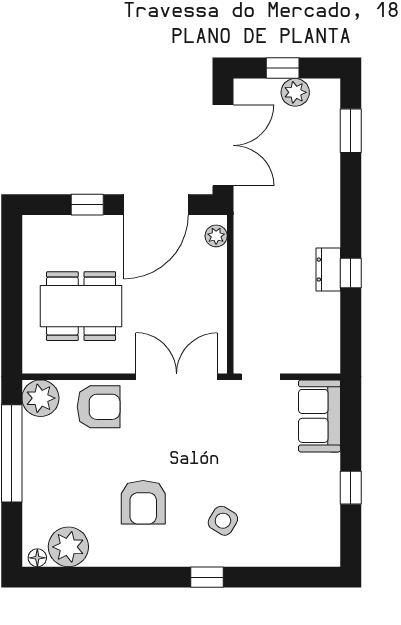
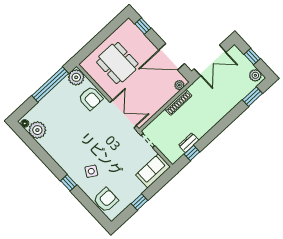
plant: (295, 92) -> (255, 75), moved
window: (87, 205) -> (143, 26), moved
shoe rack: (244, 265) -> (178, 102), added
dresser: (328, 270) -> (189, 143), moved
window: (351, 273) -> (192, 153), moved
armchair: (143, 502) -> (106, 200), moved, turned 180

